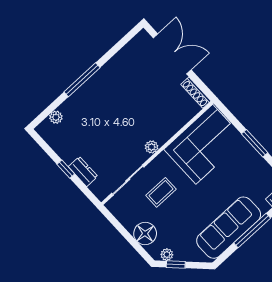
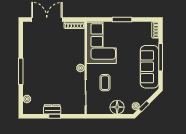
dresser: (83, 171) -> (52, 109), moved

